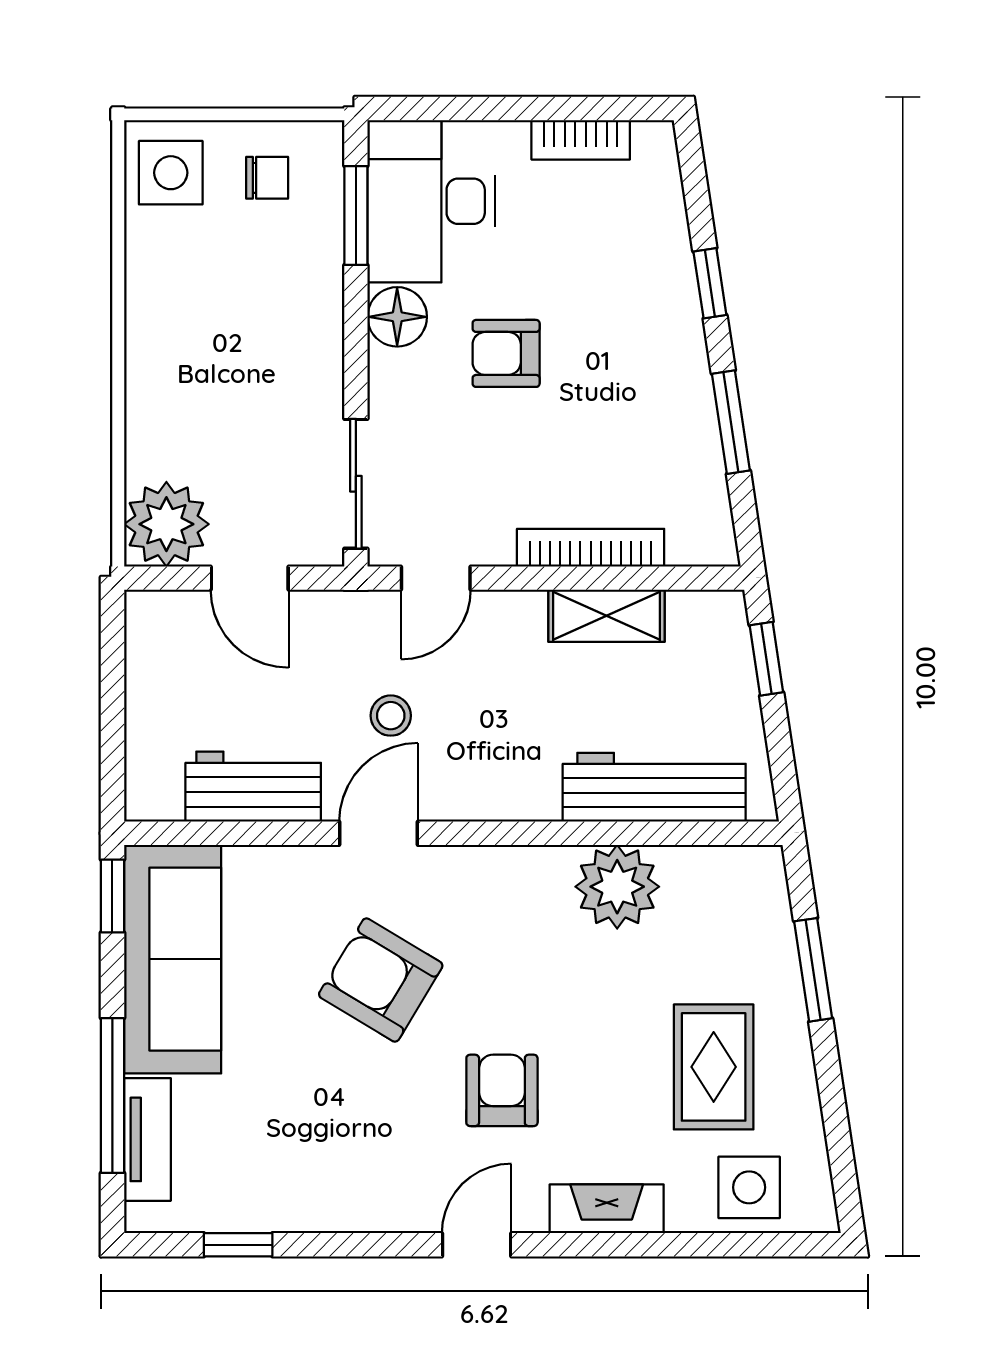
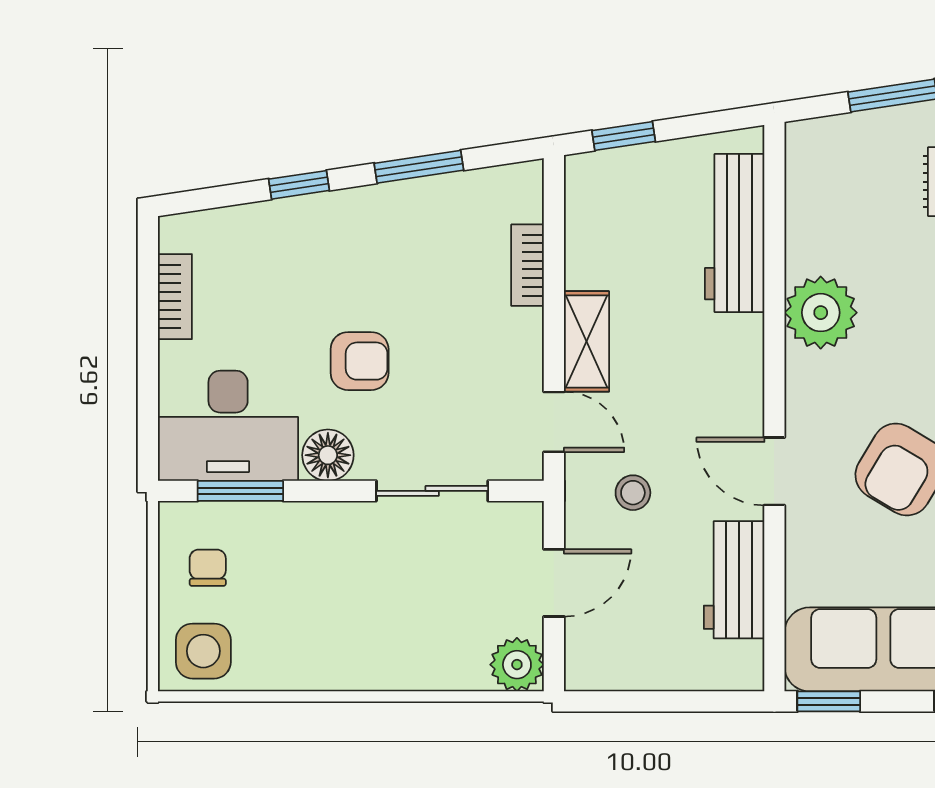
armchair: (506, 353) -> (360, 361), turned -90
sliding door: (356, 484) -> (432, 491), moved
plant: (166, 524) -> (517, 665), width x0.73, depth x0.73
bookcase: (591, 548) -> (528, 265), width x0.64
shelving: (607, 616) -> (586, 341), moved
stool: (391, 716) -> (633, 493), moved
plant: (617, 887) -> (821, 313), moved

